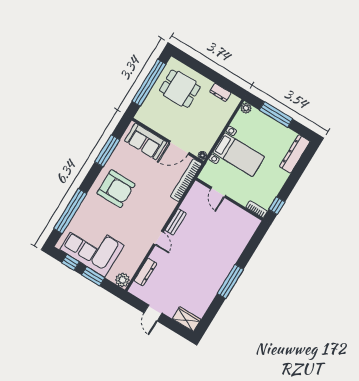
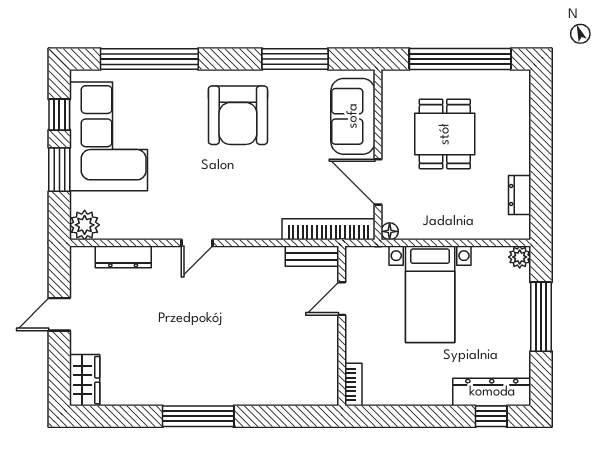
dining table: (180, 89) -> (445, 134), moved
window: (277, 206) -> (491, 416), moved
bench: (176, 222) -> (312, 256), moved

